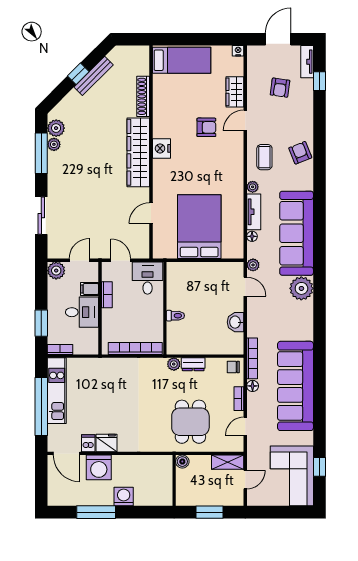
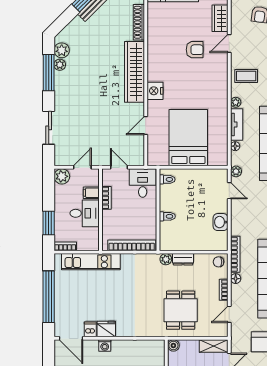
nightstand: (161, 148) -> (155, 91), moved
coffee table: (264, 157) -> (246, 76), turned 90
toilet: (175, 274) -> (167, 179), added
kitchen unit: (57, 391) -> (91, 262), moved, turned 90
washing machine: (99, 467) -> (105, 346), width x0.53, depth x0.53

